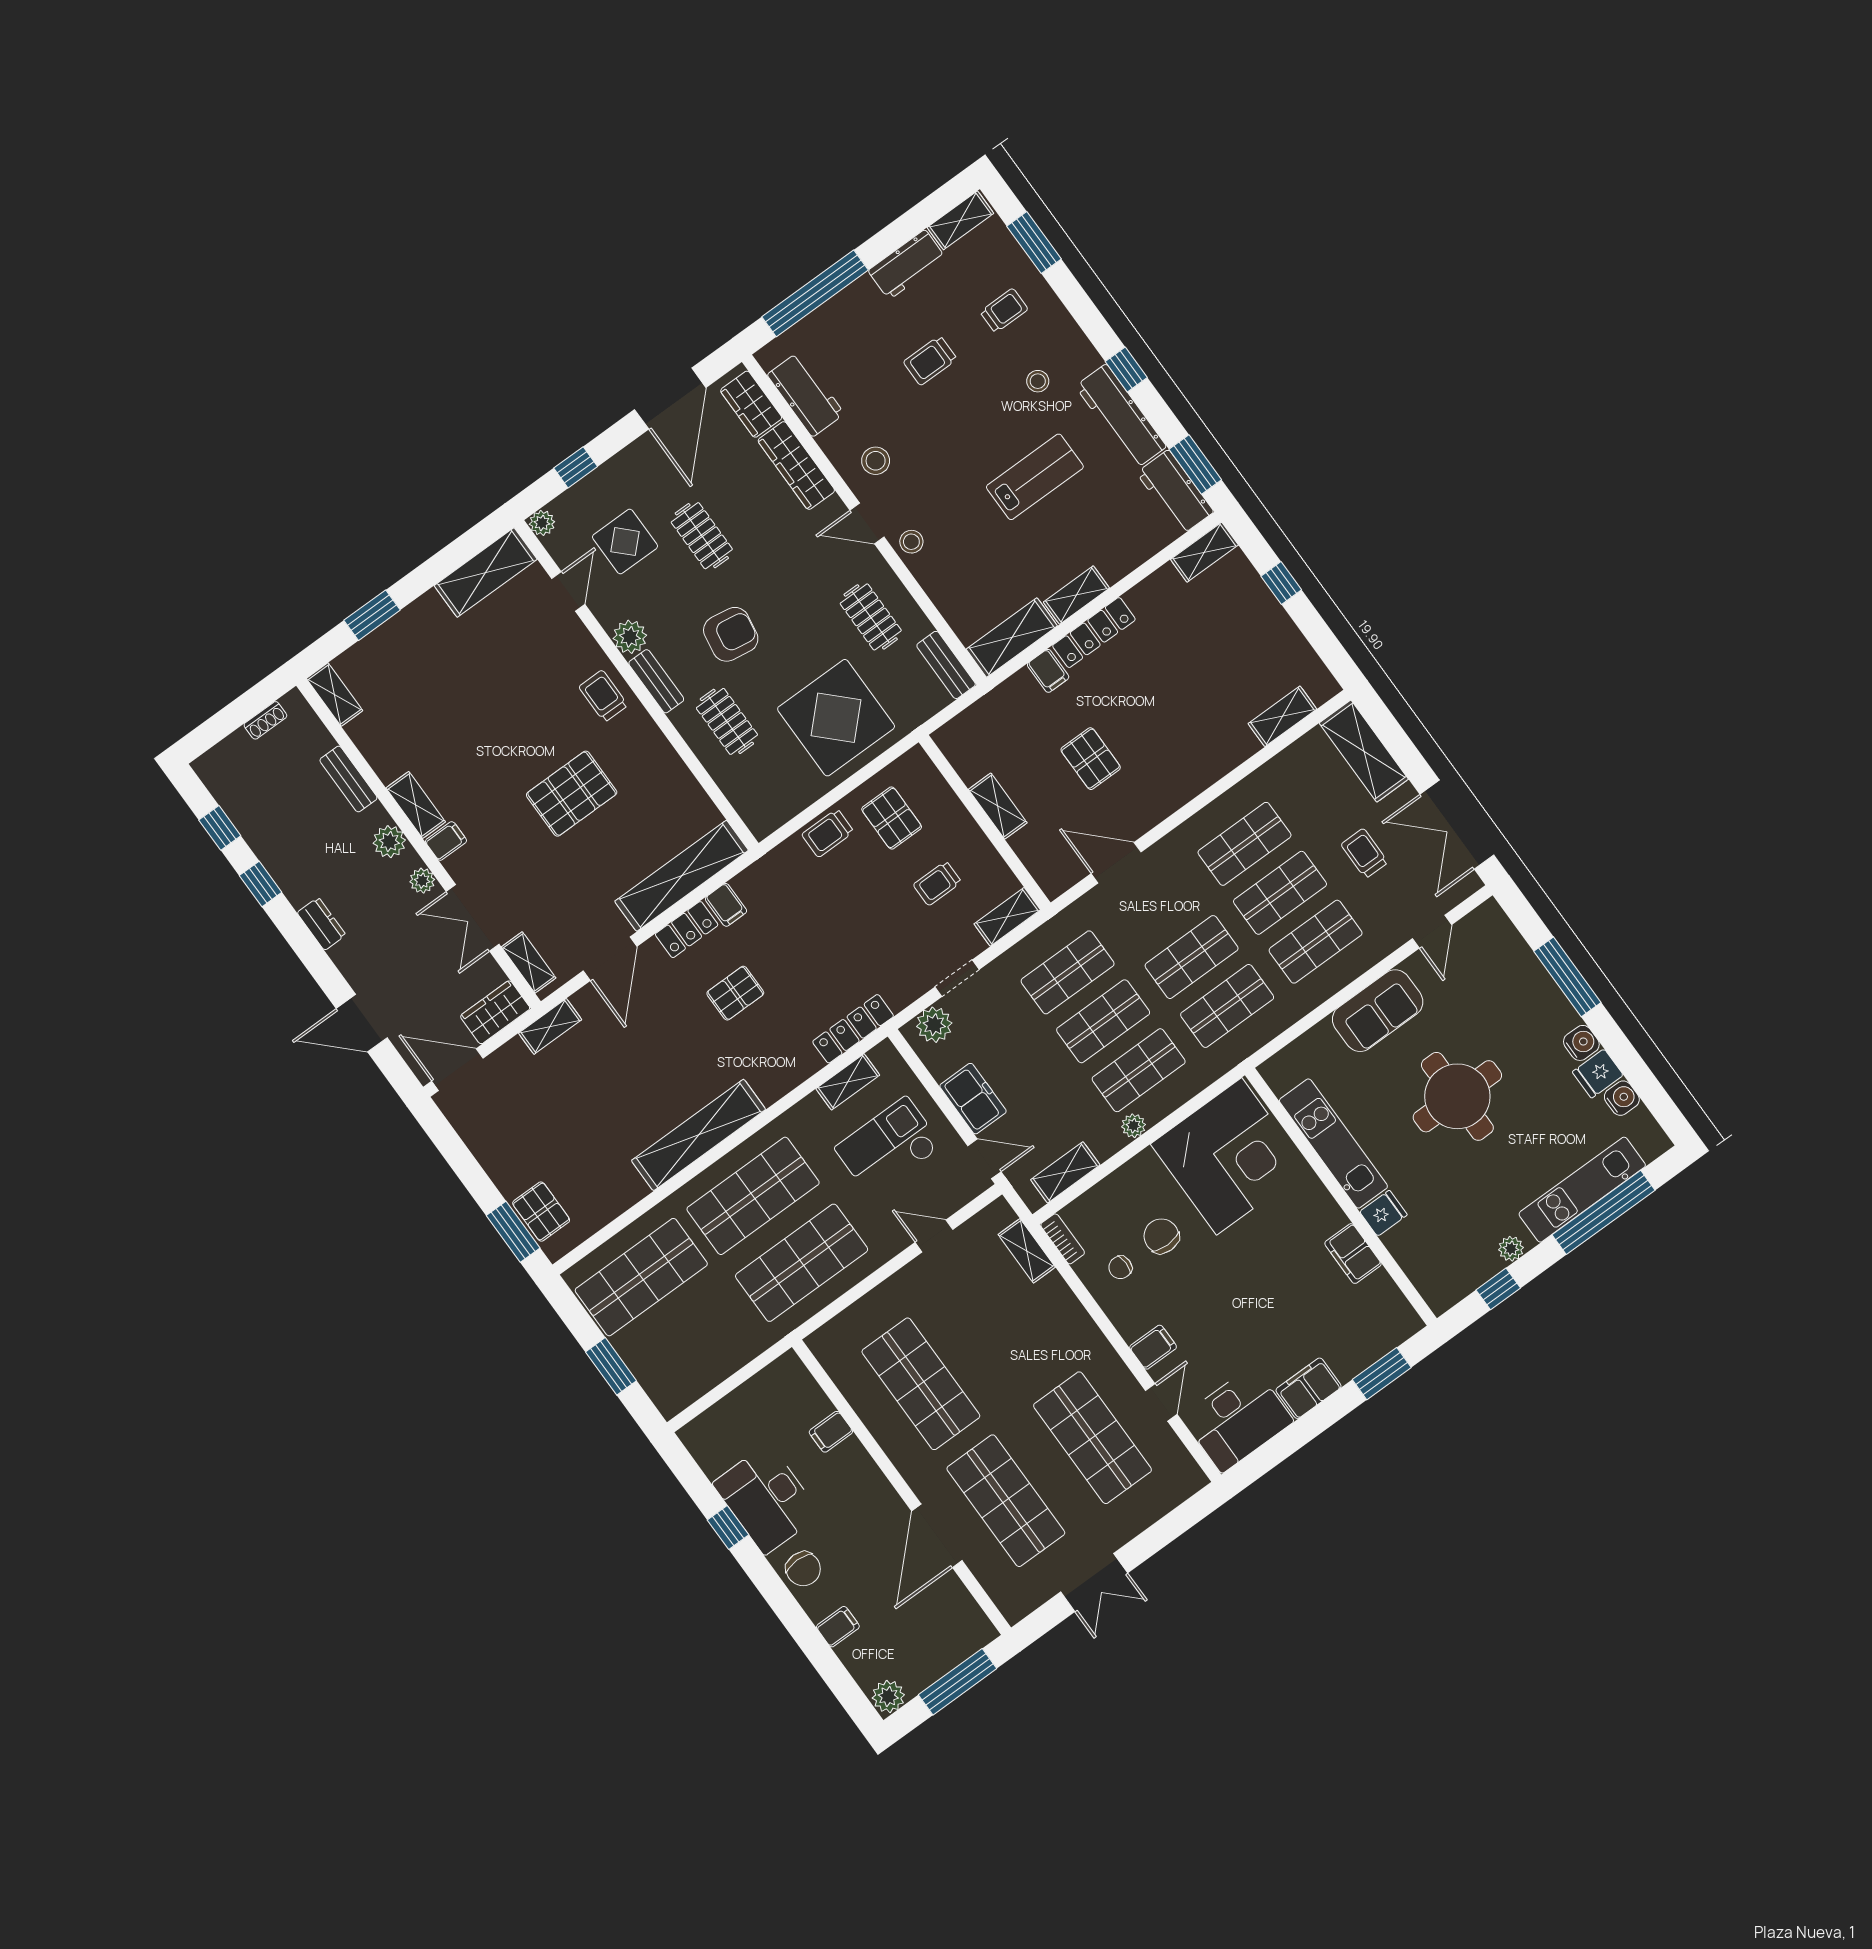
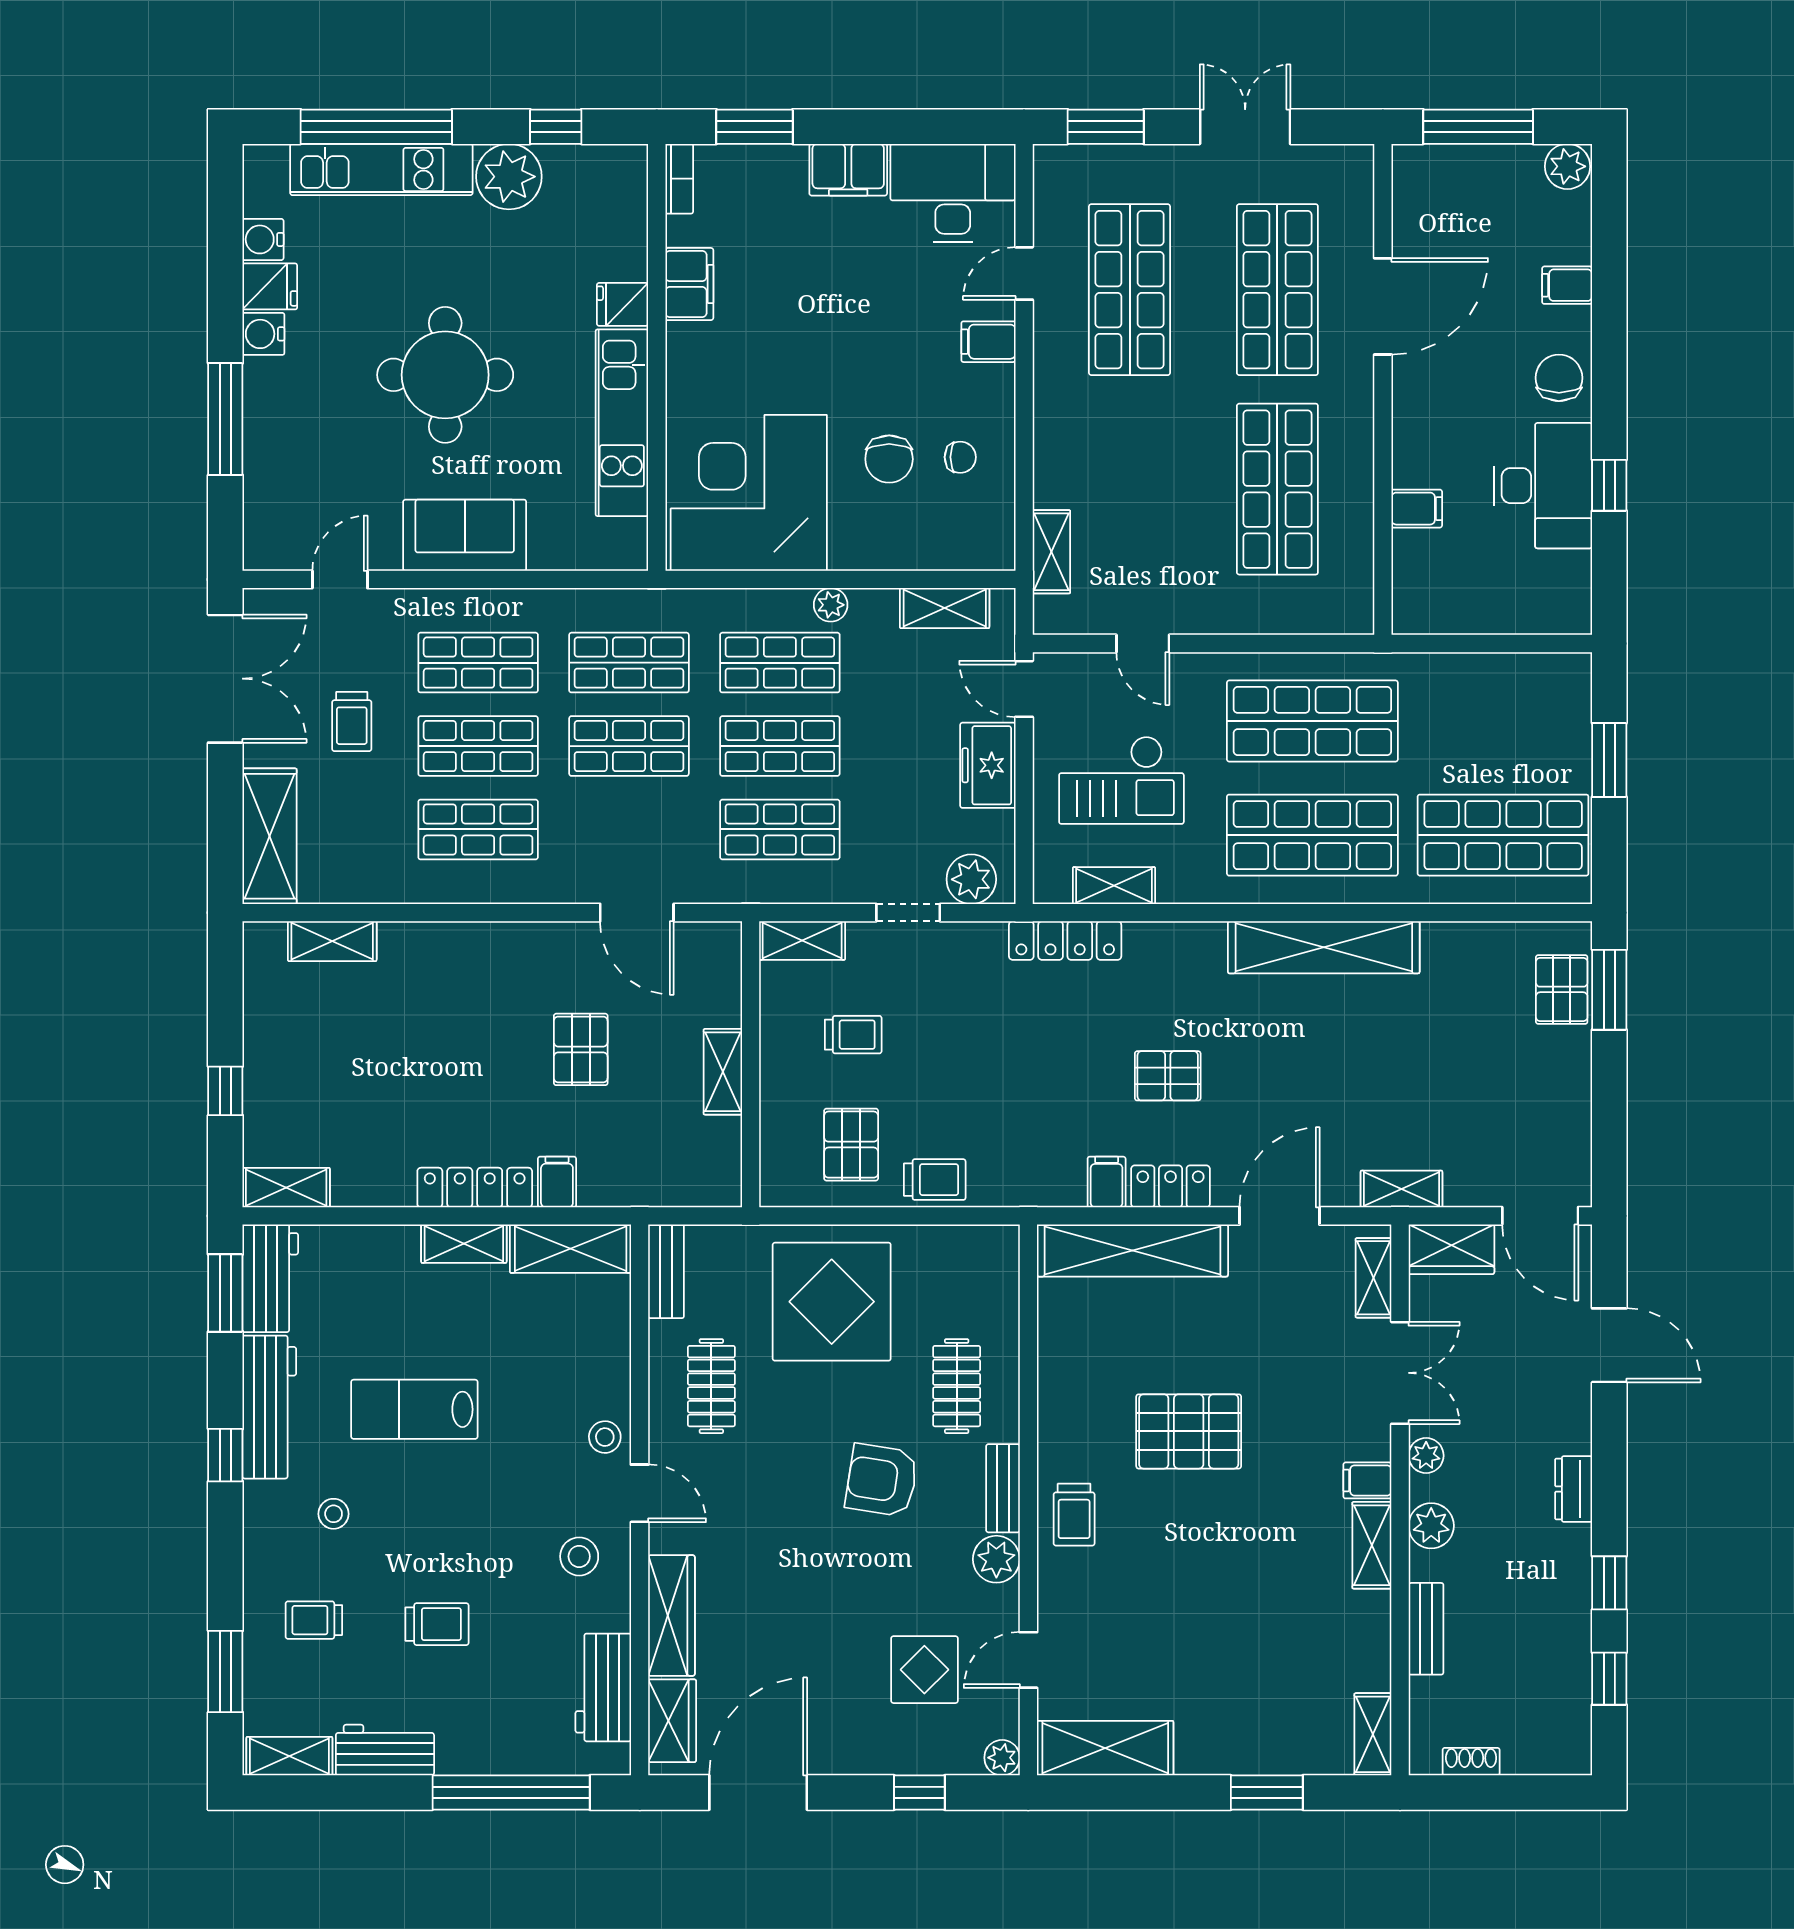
clothes rail: (702, 536) -> (834, 1614), removed
bookcase: (1063, 1239) -> (679, 179), moved, turned 180
plant: (1511, 1249) -> (509, 177), width x1.87, depth x1.87
window: (1176, 1523) -> (1106, 127), added

